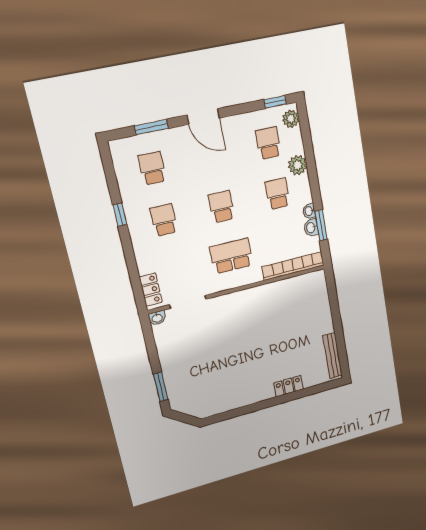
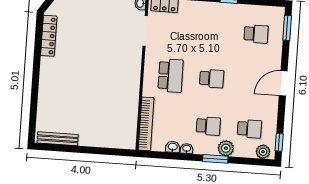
window: (152, 127) -> (287, 28), moved
school desk: (164, 220) -> (215, 31), removed
window: (321, 225) -> (215, 159), moved
locker: (288, 386) -> (49, 36), moved, width x1.53

